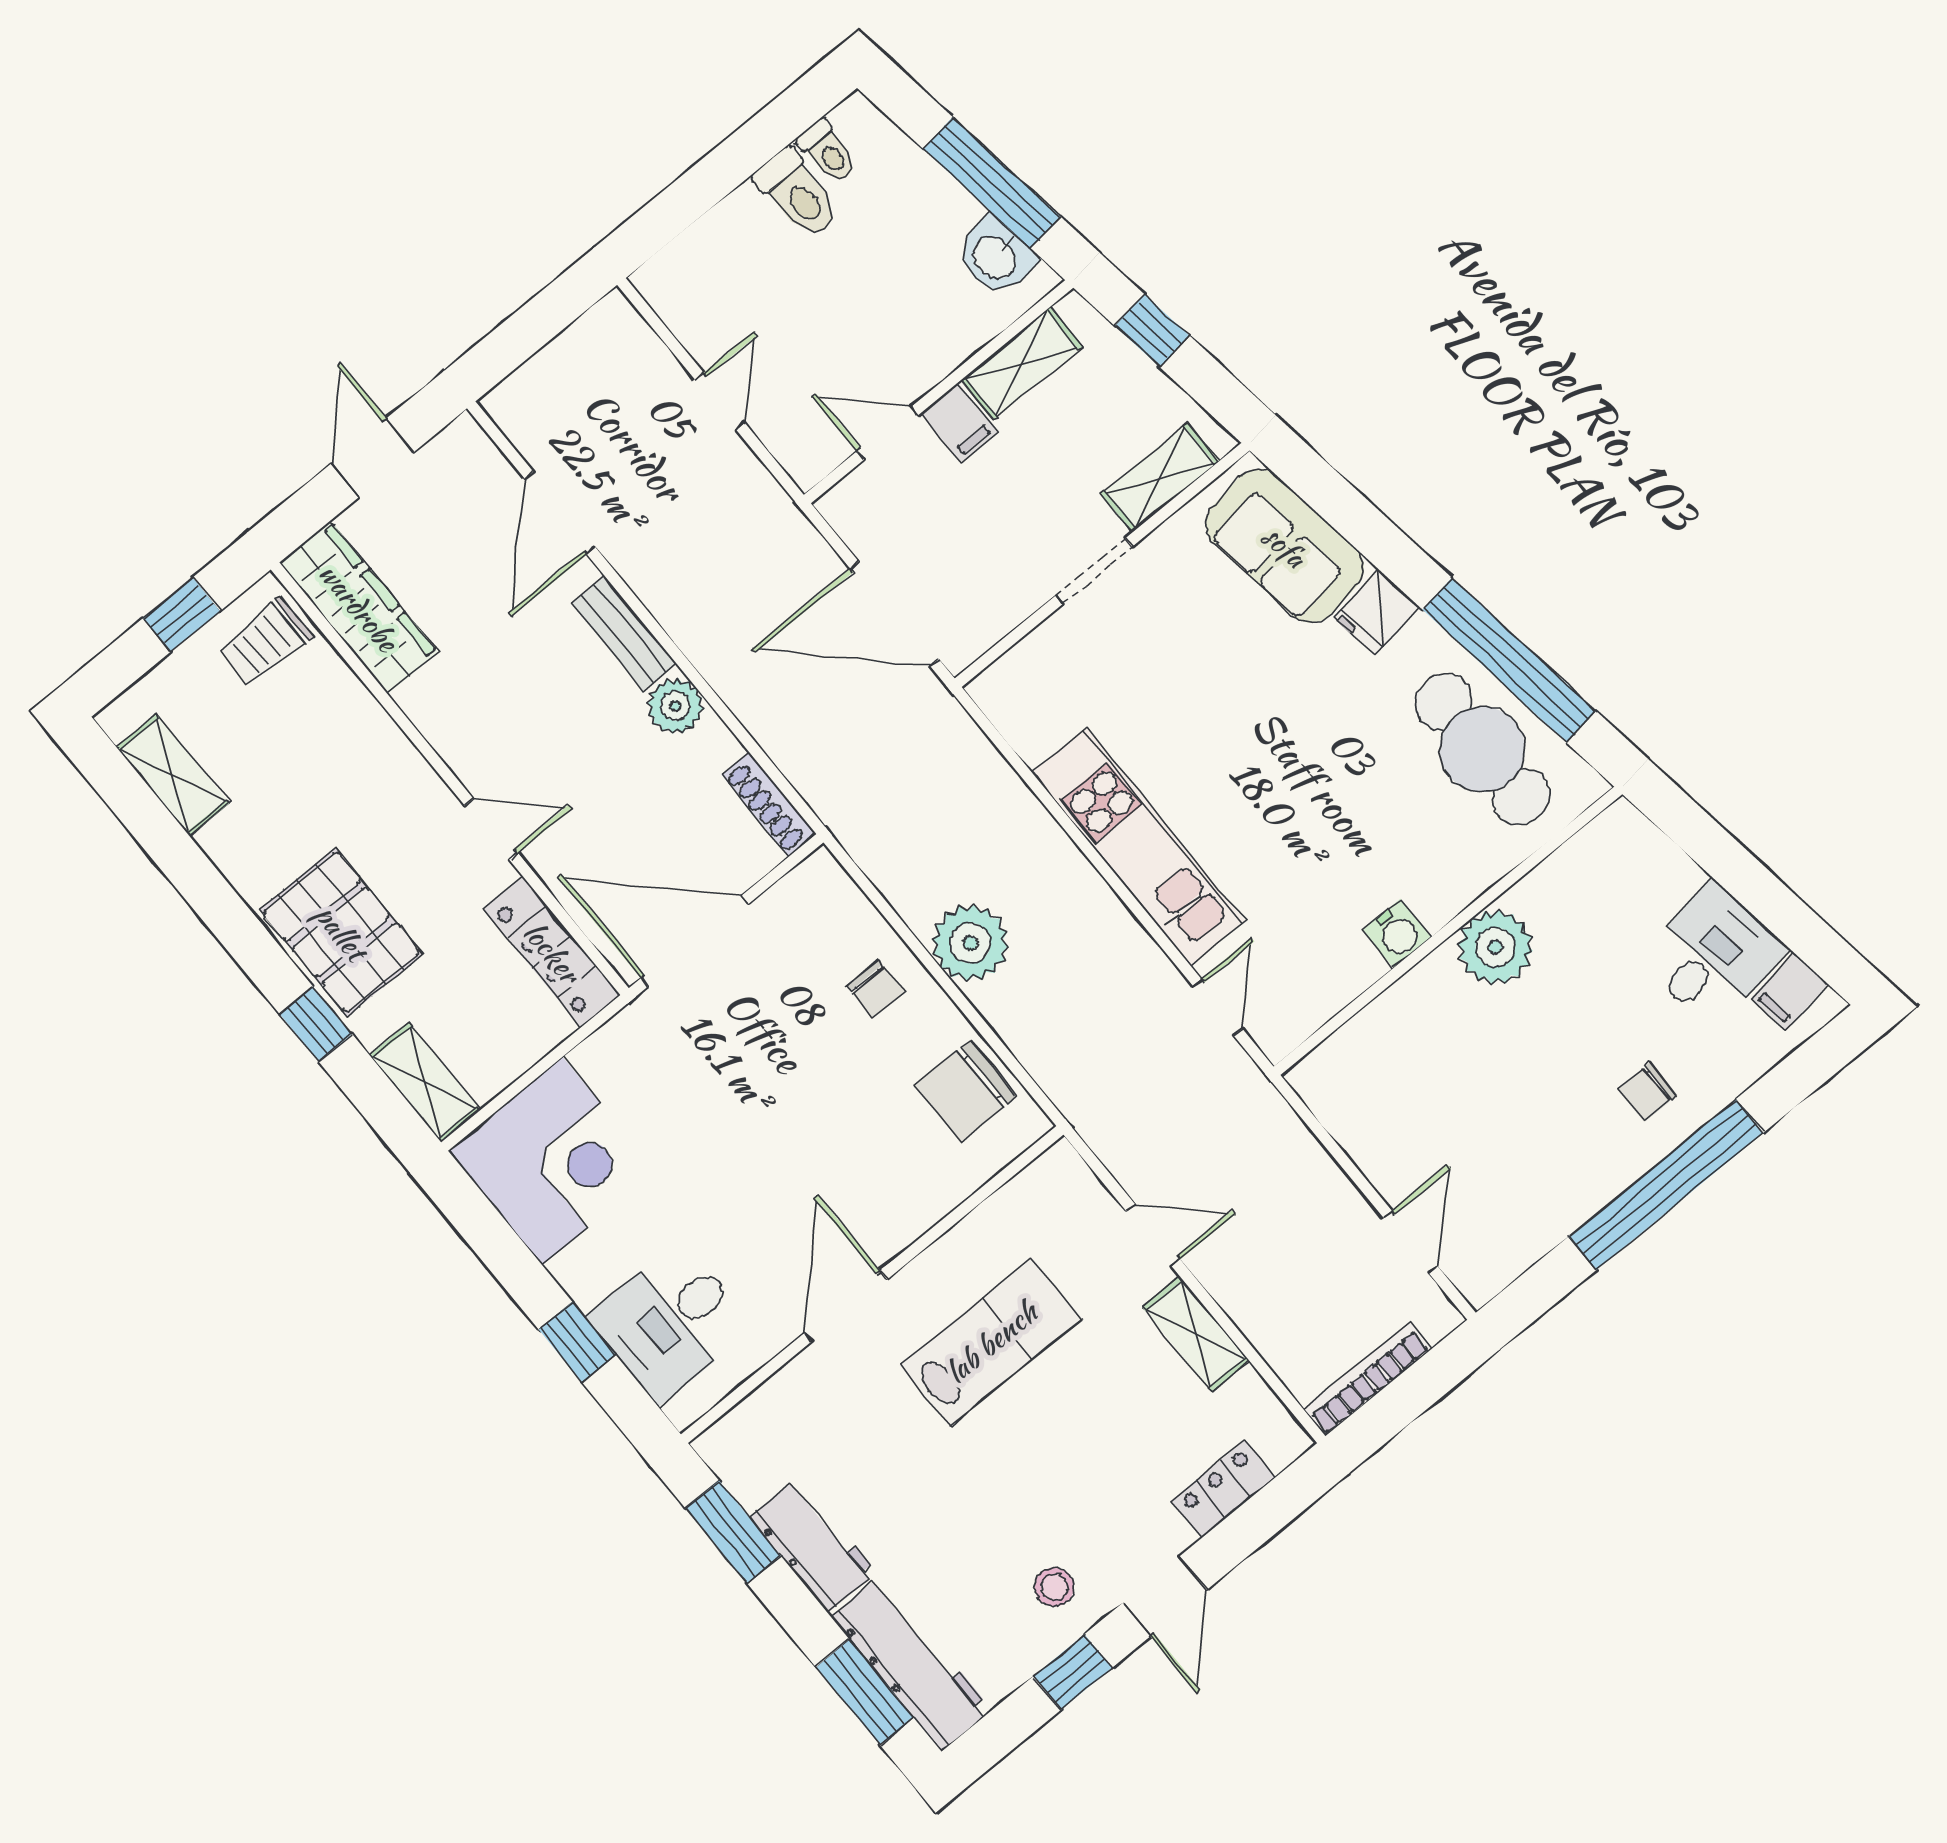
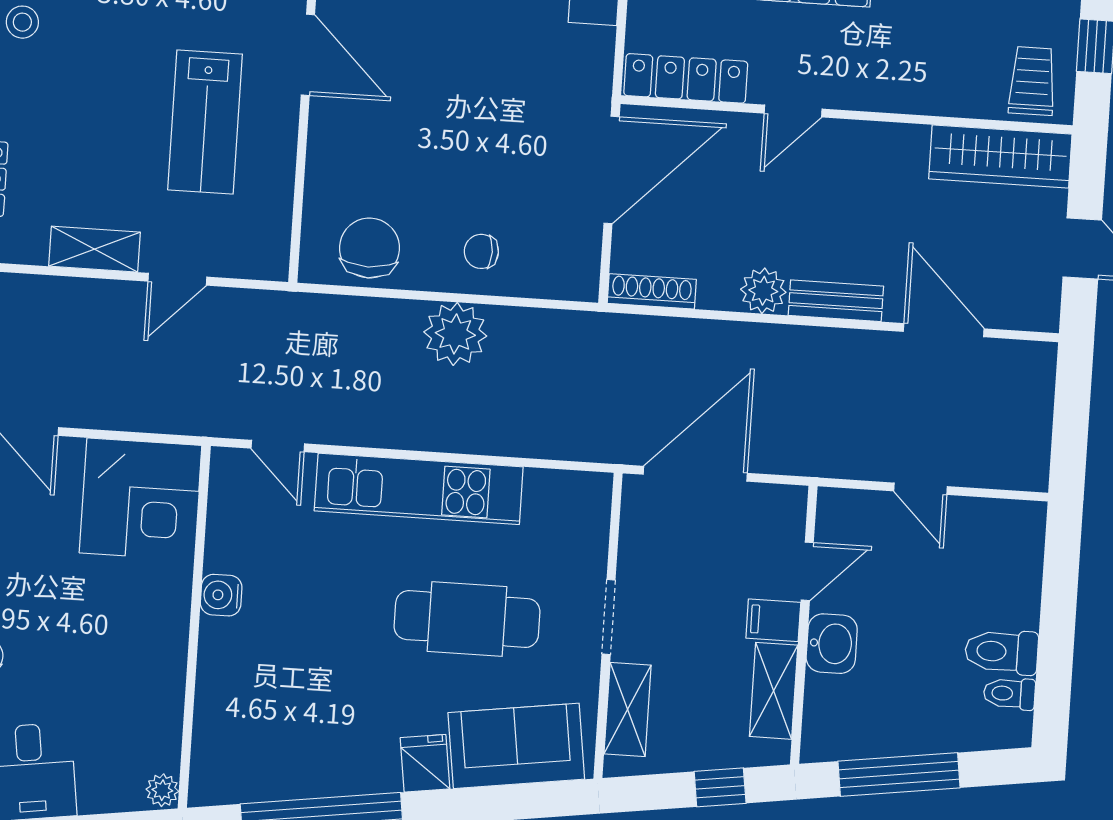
washbasin: (996, 257) -> (832, 644), moved, turned 98
cafe table: (1482, 749) -> (467, 619), moved
plant: (1495, 947) -> (162, 790), moved, width x0.53, depth x0.53
corner desk: (1379, 1085) -> (141, 499), added

